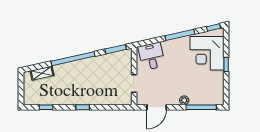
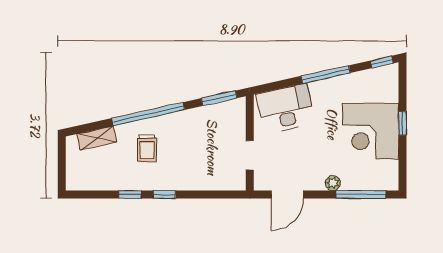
corner desk: (207, 53) -> (371, 131), moved
desk: (151, 56) -> (286, 108), width x1.37
trolley: (72, 79) -> (147, 148), added
window: (46, 107) -> (130, 194), moved

